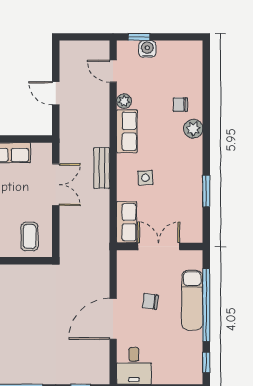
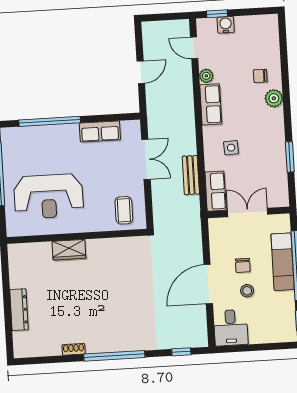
door: (56, 93) -> (141, 72), swing flipped
bench: (102, 168) -> (191, 175), moved
chair: (150, 301) -> (243, 265), turned -97
stool: (153, 328) -> (247, 291), added

